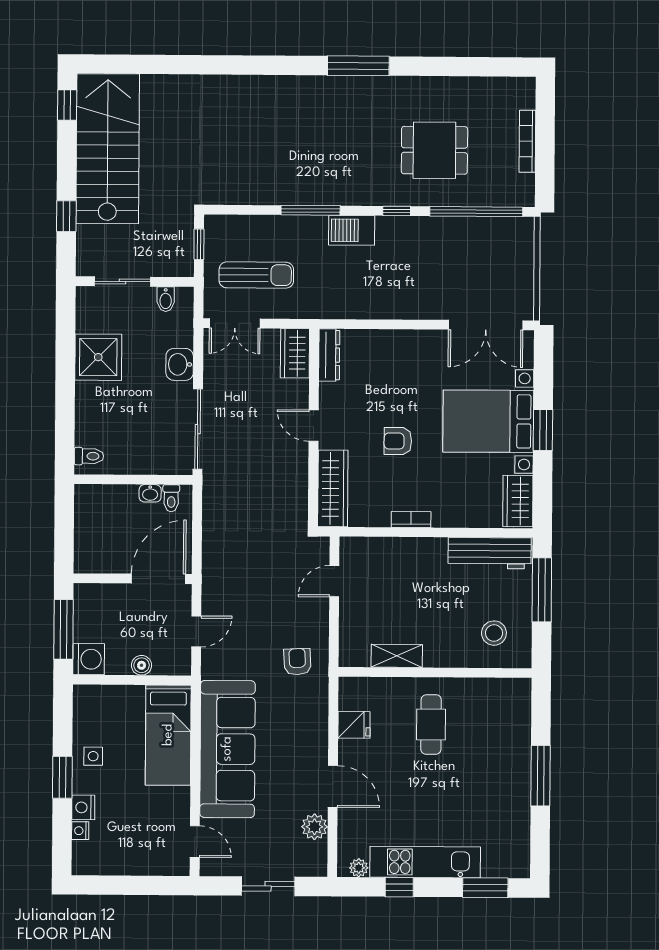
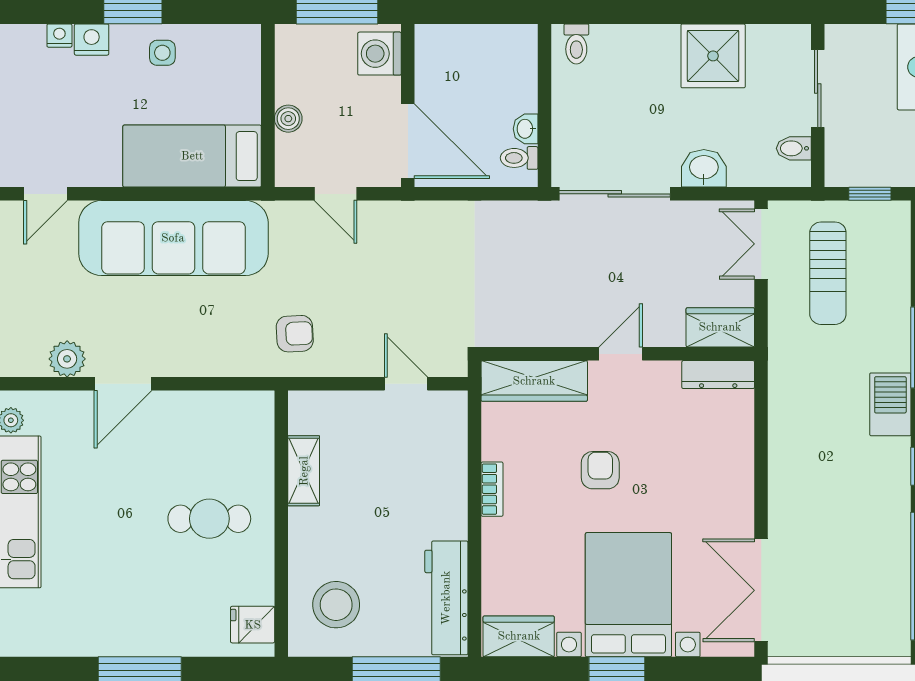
stool: (494, 633) -> (336, 605), width x1.38, depth x1.38
washing machine: (89, 659) -> (380, 54), moved, turned 90
fridge: (354, 725) -> (253, 625), moved, turned 90

